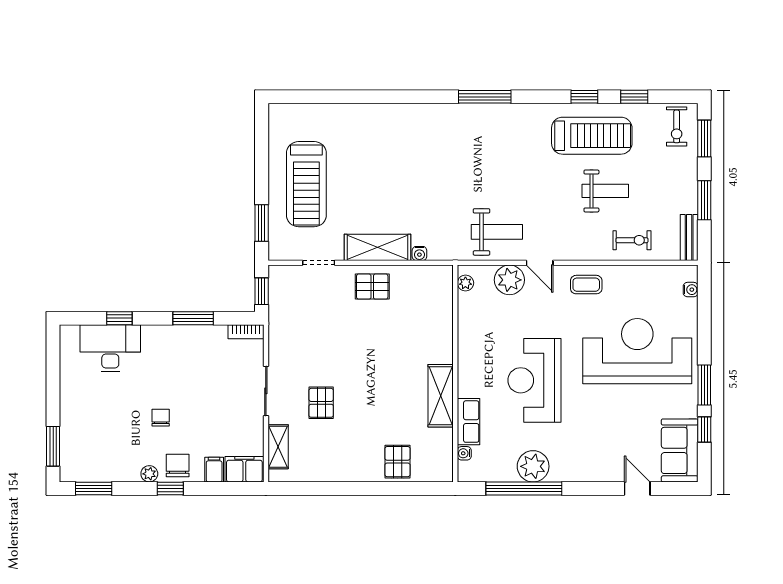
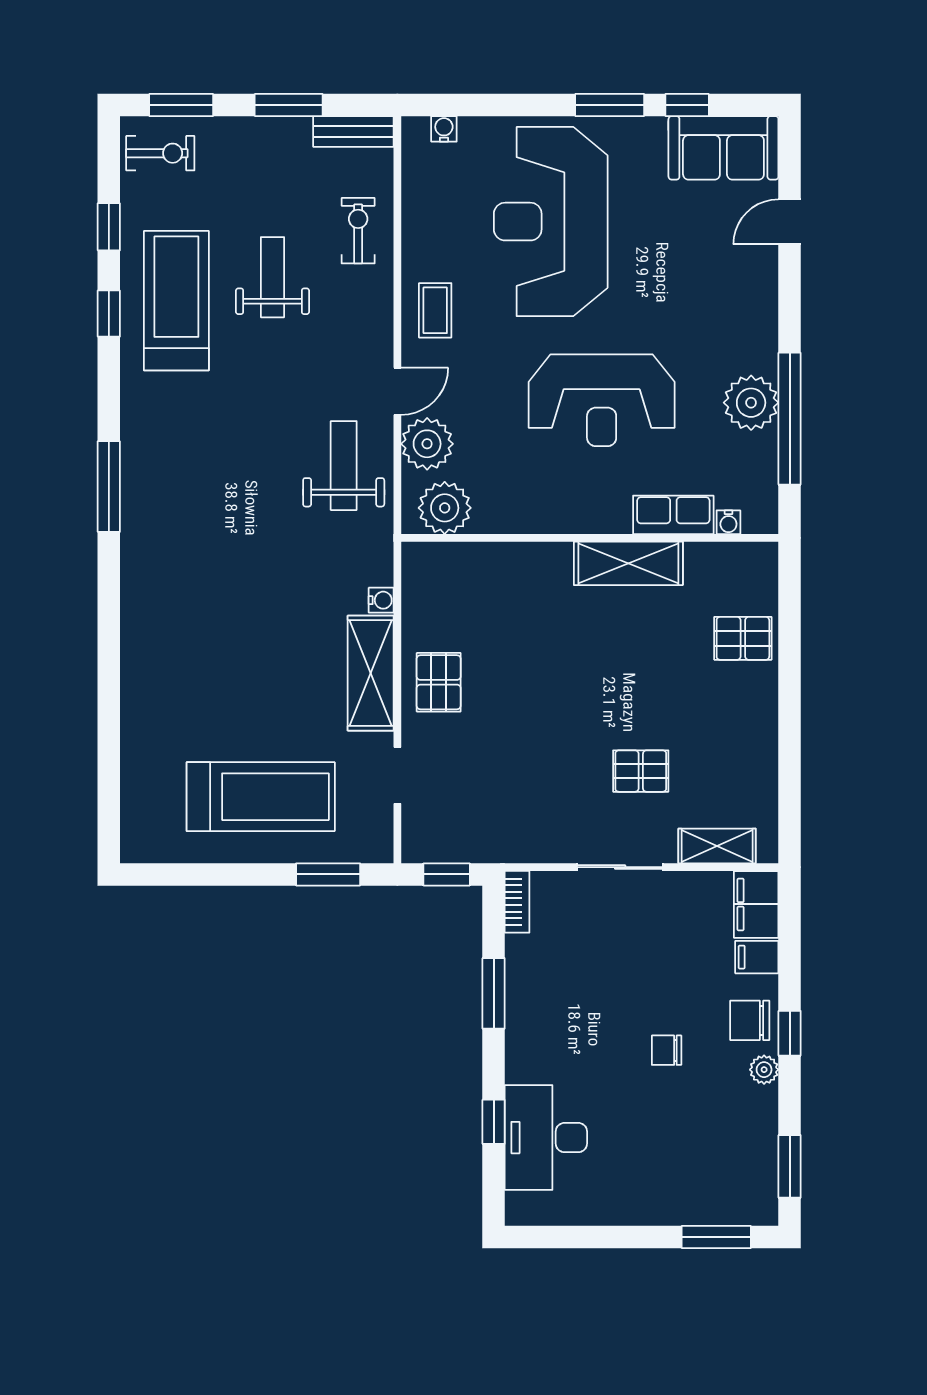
plant: (465, 283) -> (445, 508), width x1.88, depth x1.88

